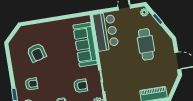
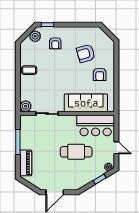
cafe table: (146, 44) -> (76, 152), moved
armchair: (81, 86) -> (100, 74), moved

